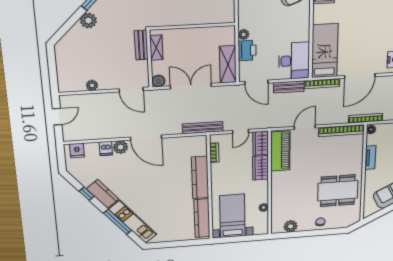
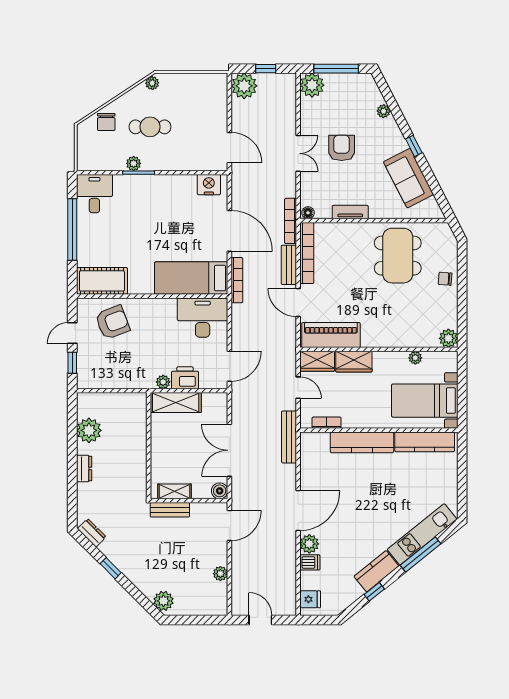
plant: (88, 21) -> (163, 601), moved
shelving: (228, 64) -> (176, 403), moved
bench: (289, 87) -> (289, 265), moved
plant: (291, 226) -> (448, 338), moved

